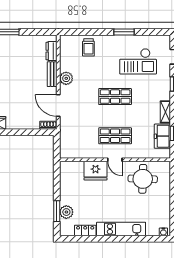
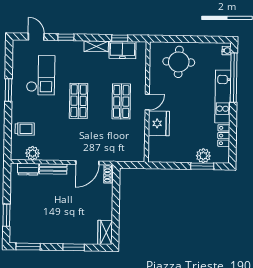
plant: (66, 78) -> (33, 153), moved
round table: (143, 179) -> (179, 62), moved
window: (139, 239) -> (234, 78), added

